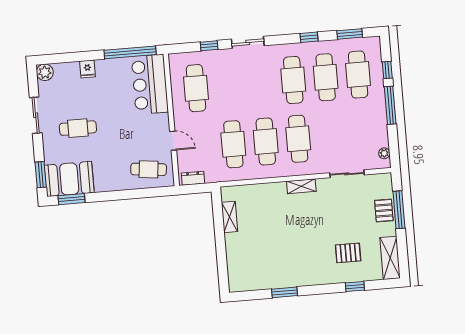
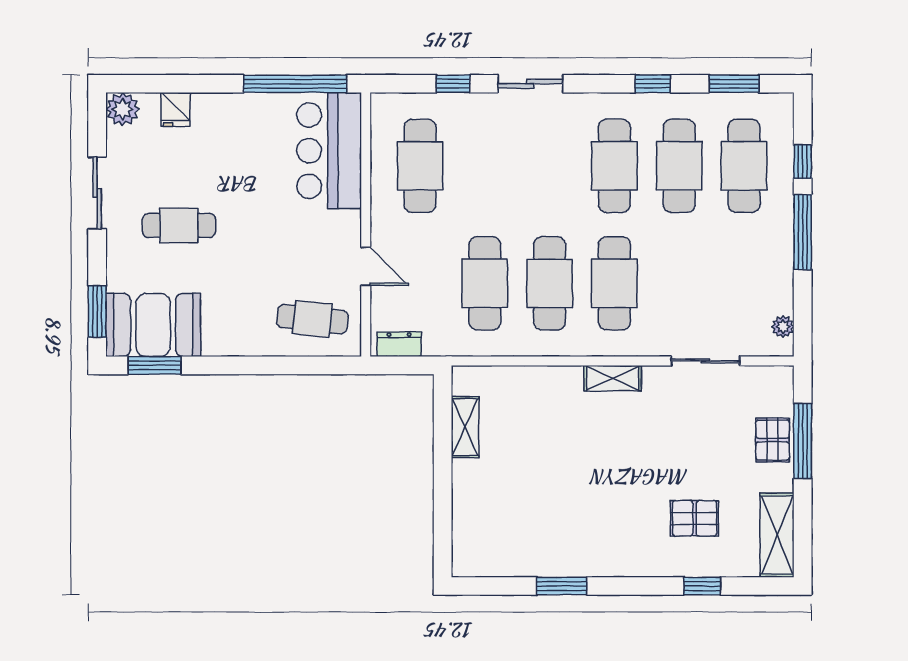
fridge: (87, 69) -> (175, 110), moved

